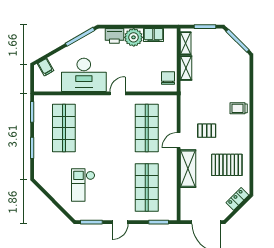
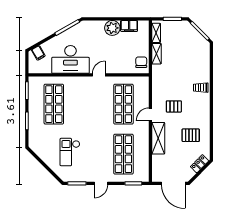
printer: (114, 36) -> (96, 27), removed
pallet: (227, 165) -> (191, 135), width x0.67, depth x0.71

